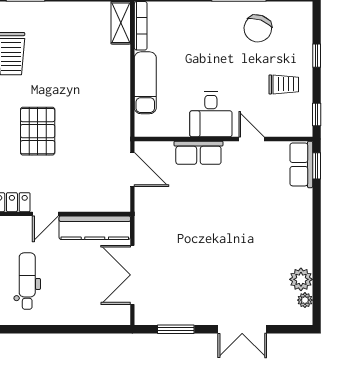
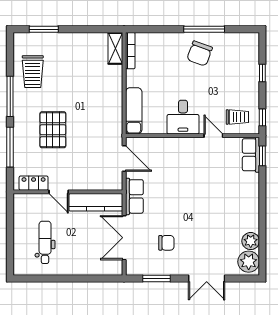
chair: (258, 28) -> (200, 53), moved
exam couch: (145, 83) -> (134, 111), moved
trolley: (284, 84) -> (237, 117), moved
row of seats: (198, 153) -> (134, 196), moved, turned -90
door: (45, 214) -> (59, 192), hinge flipped
chair: (189, 282) -> (166, 243), added
plant: (305, 300) -> (249, 262), width x1.87, depth x1.87

